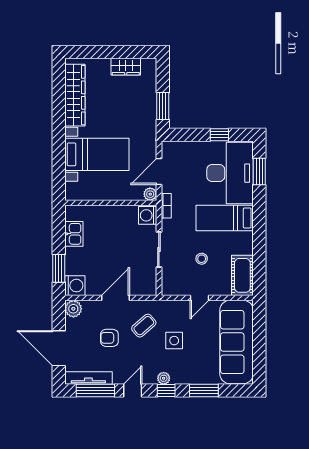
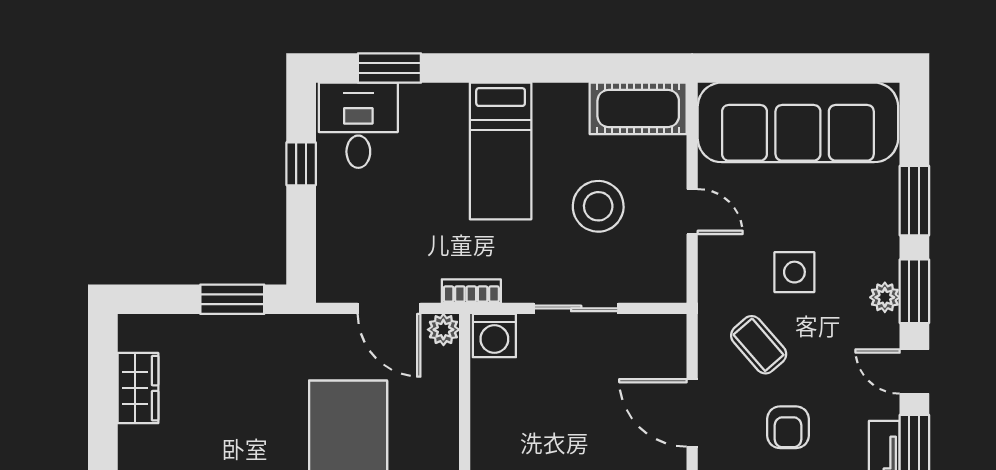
desk: (230, 173) -> (358, 125), width x0.53, depth x0.77
stool: (202, 259) -> (598, 206), width x1.89, depth x1.89
window: (166, 391) -> (914, 291), width x1.50

